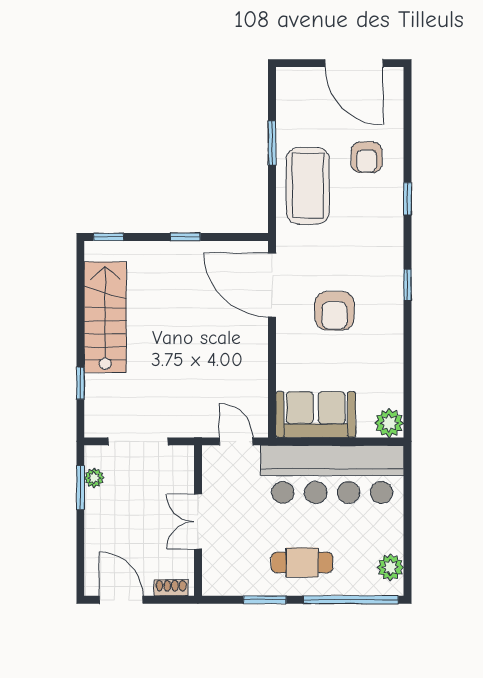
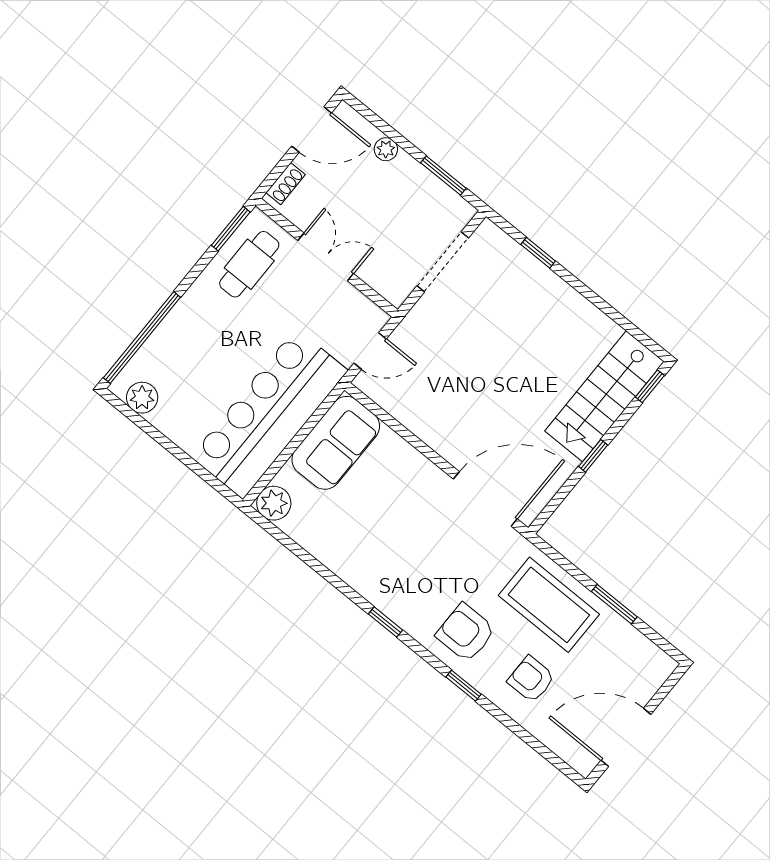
armchair: (335, 311) -> (466, 633), moved
stairs: (105, 317) -> (604, 396), moved, turned 90
plant: (94, 478) -> (386, 149), moved
cafe table: (302, 562) -> (249, 264), moved
window: (265, 600) -> (231, 229), moved

